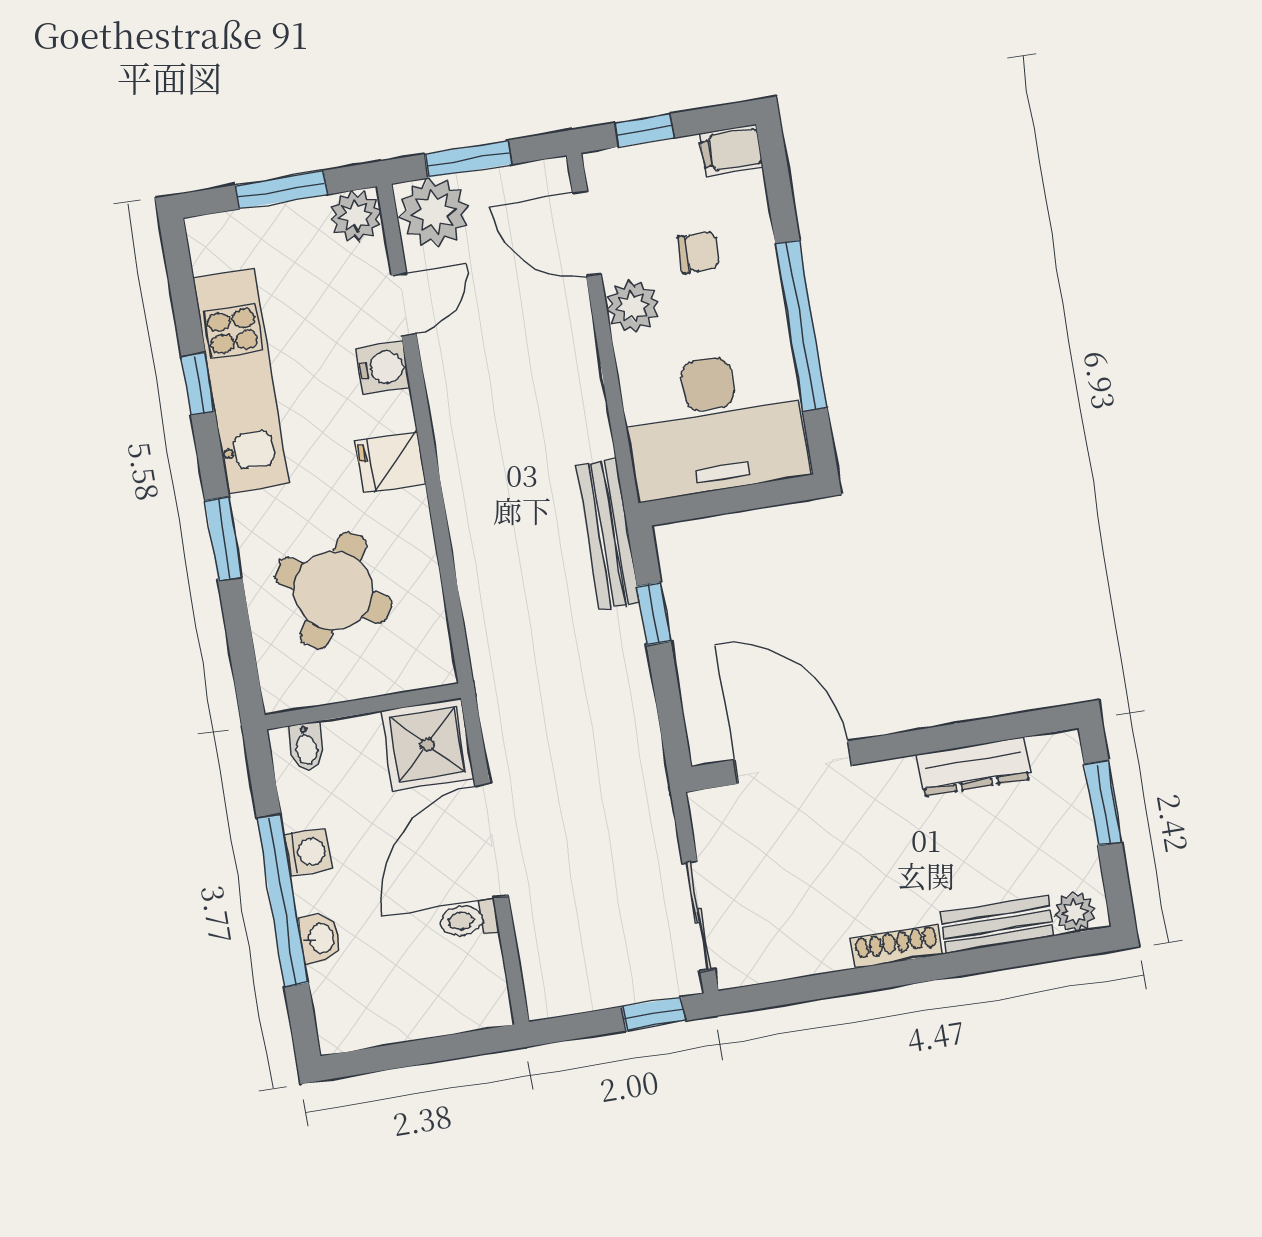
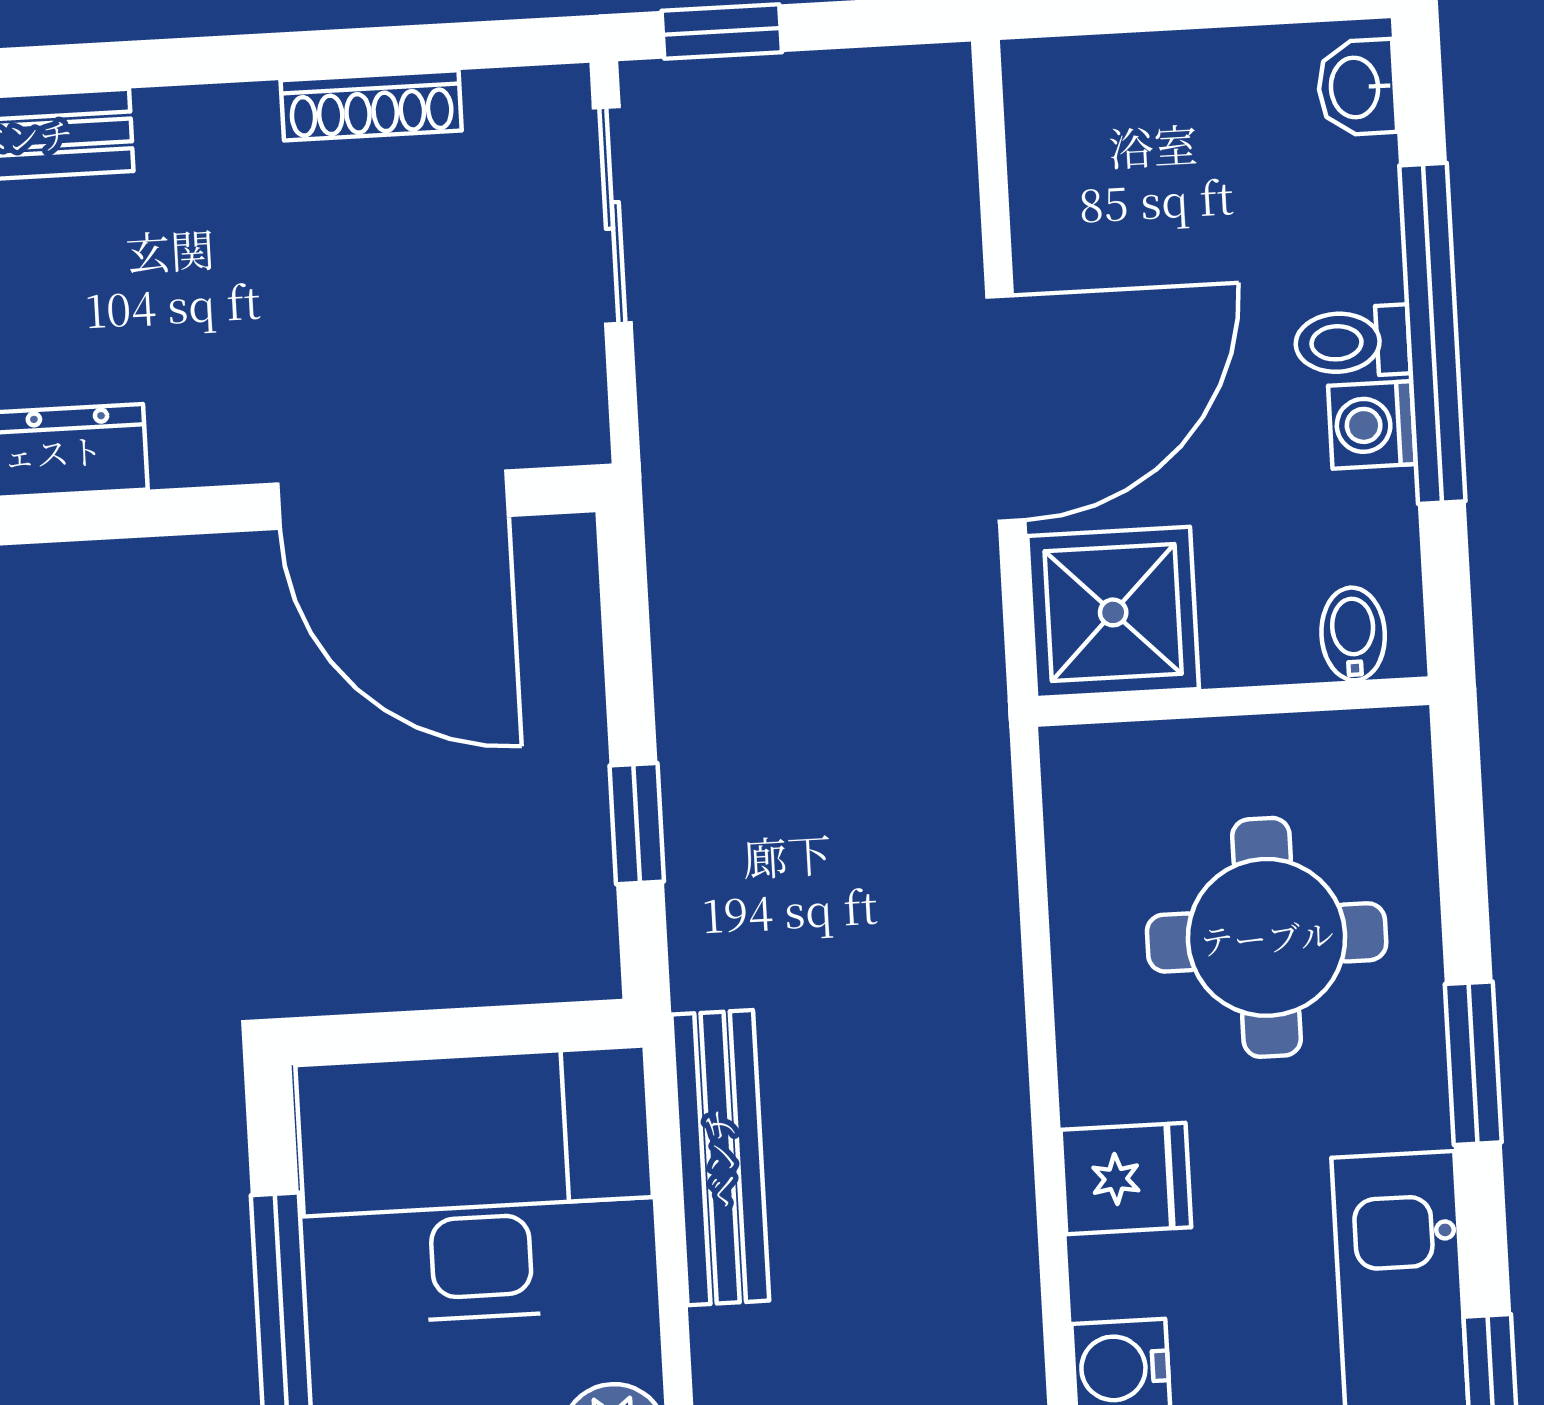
bench: (608, 534) -> (720, 1158), moved
round table: (333, 590) -> (1267, 937), turned -31
toilet: (469, 920) -> (1352, 342), moved, turned 180
washbasin: (320, 938) -> (1357, 87), moved
shoe rack: (896, 946) -> (371, 105), moved

